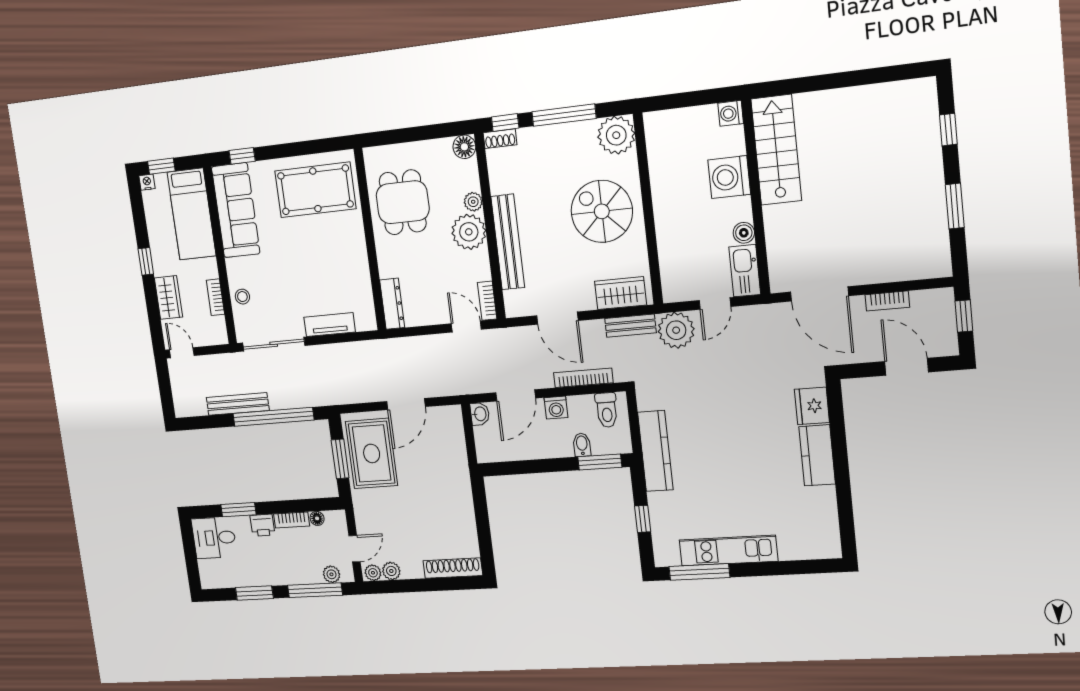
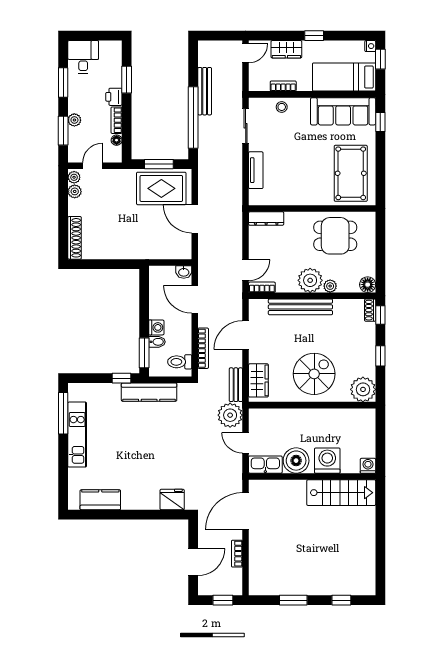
window: (564, 115) -> (380, 356), width x0.46
boiler: (744, 233) -> (296, 461), width x1.86, depth x1.86
sliding door: (274, 344) -> (246, 126), width x0.73
washing machine: (556, 408) -> (156, 327), moved, turned 180
kitchen counter: (817, 455) -> (100, 500), moved
window: (643, 519) -> (121, 378), moved
desk: (214, 538) -> (83, 57), moved
door: (355, 549) -> (93, 166), swing flipped
plant: (332, 574) -> (74, 120), moved
window: (315, 590) -> (63, 131), width x0.69

